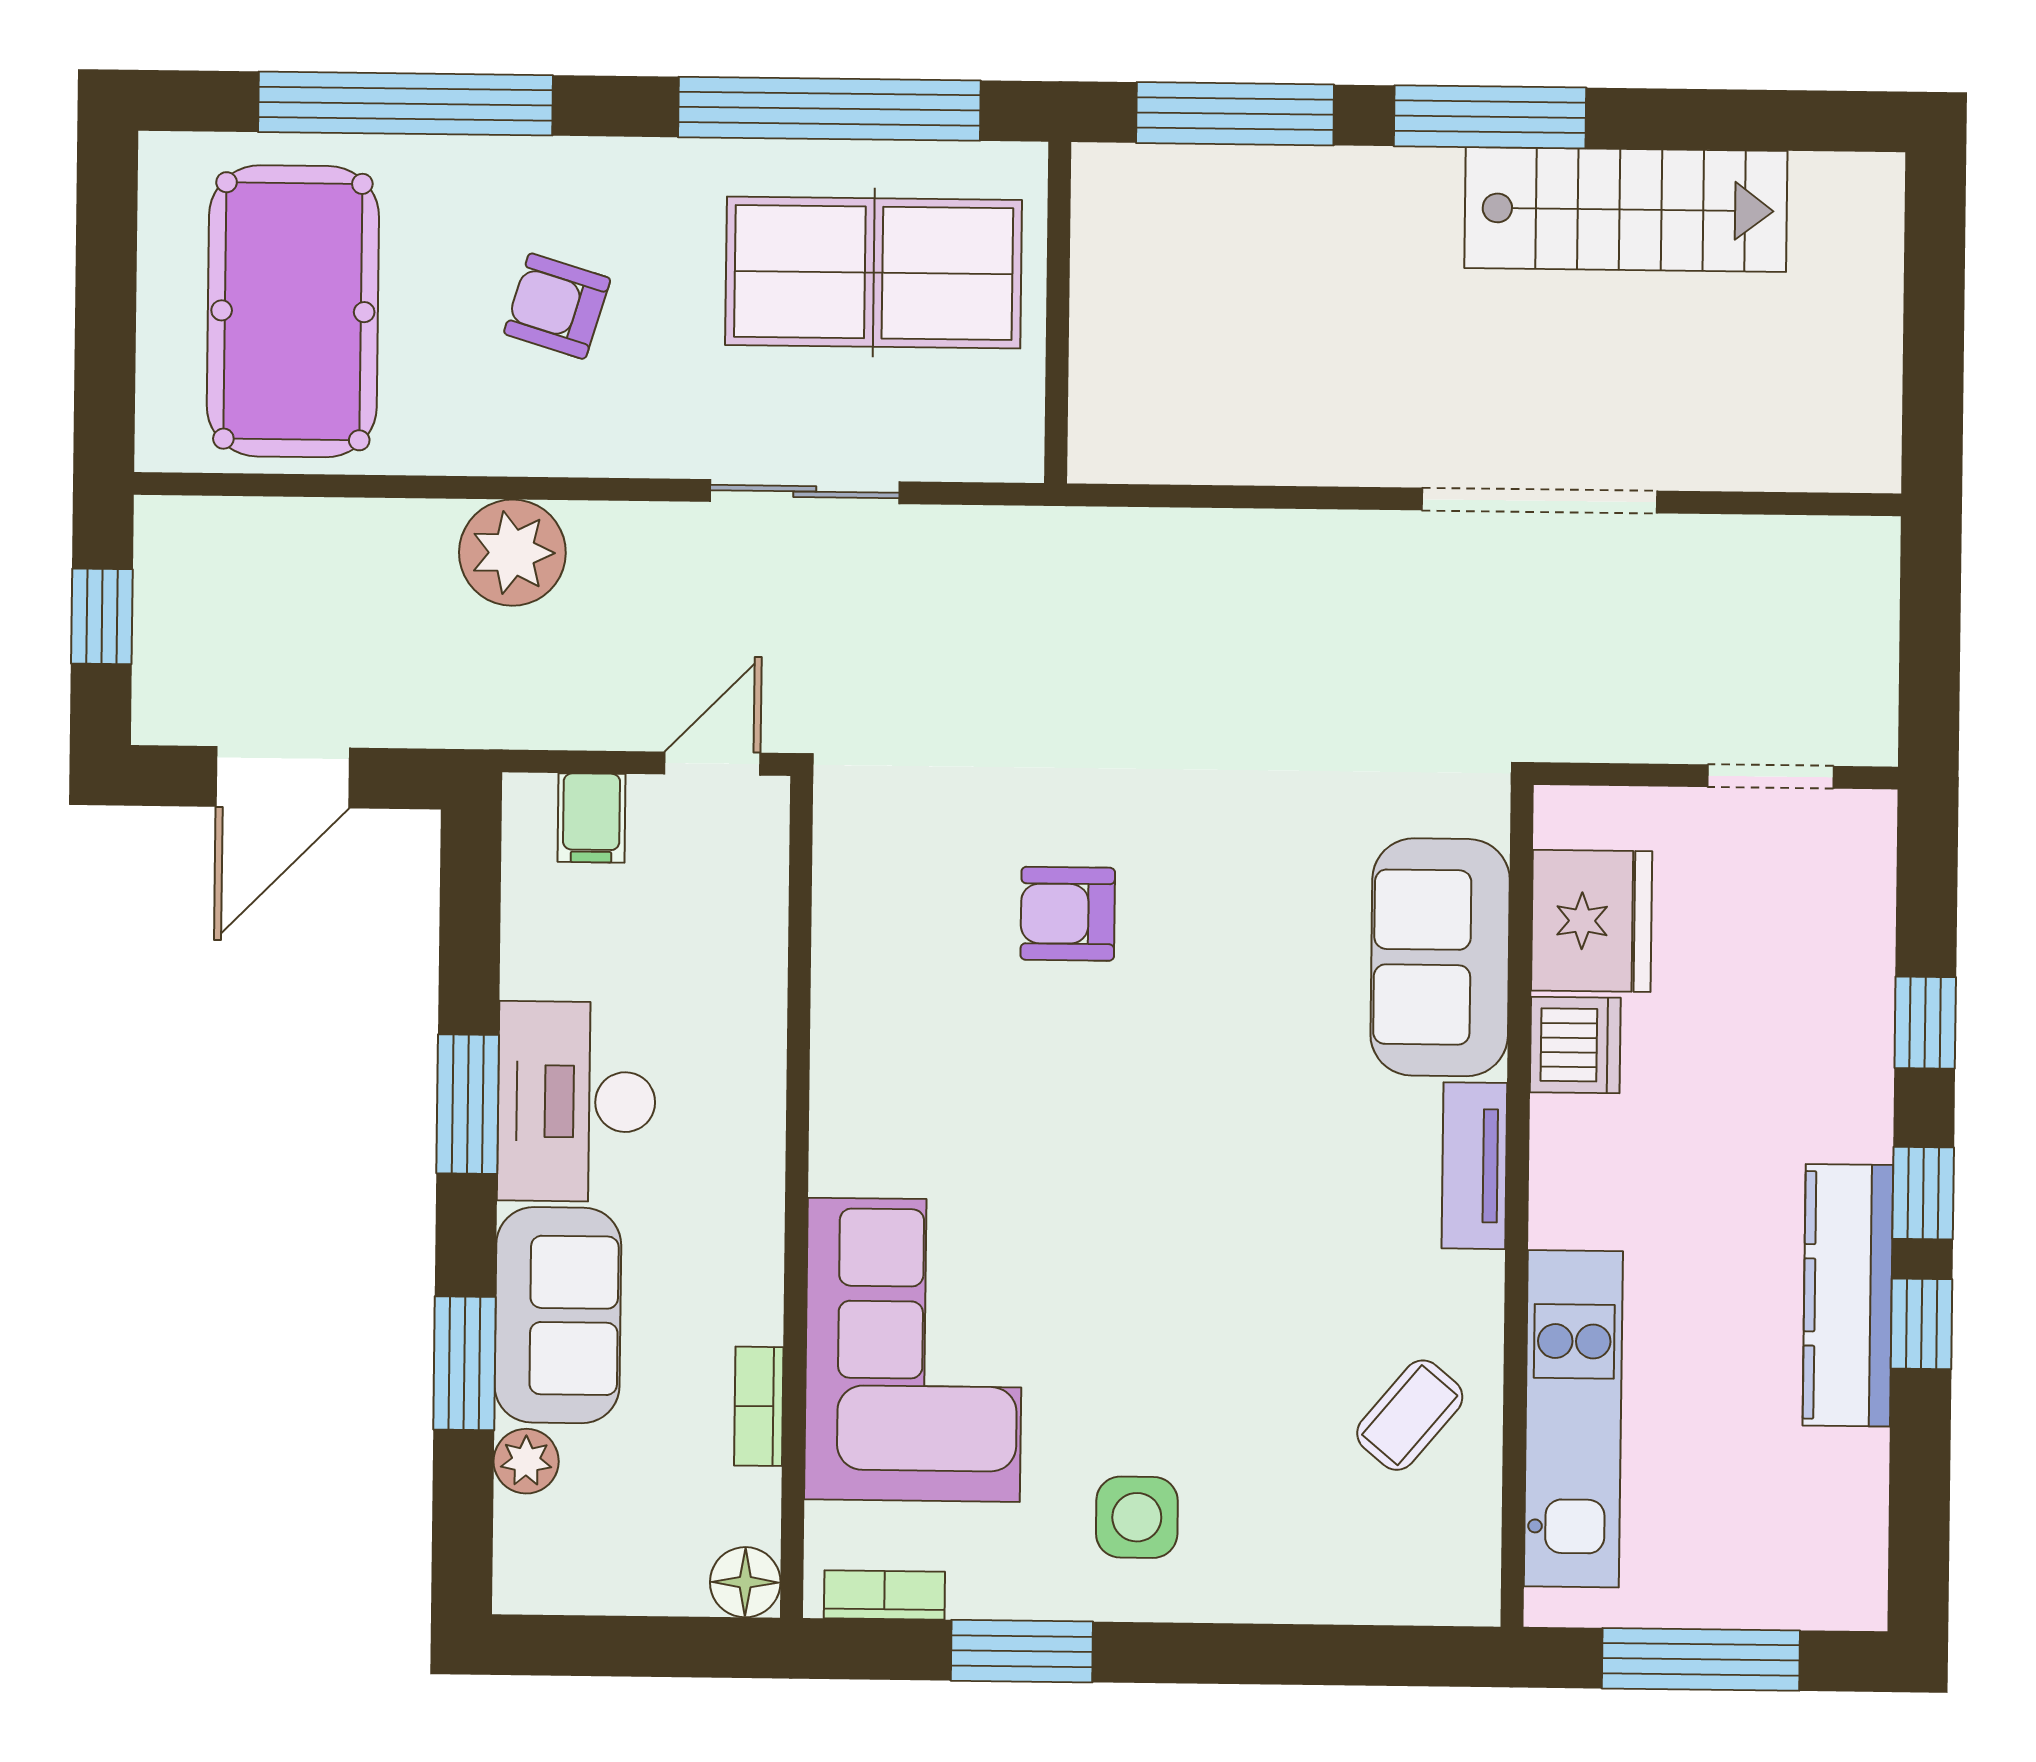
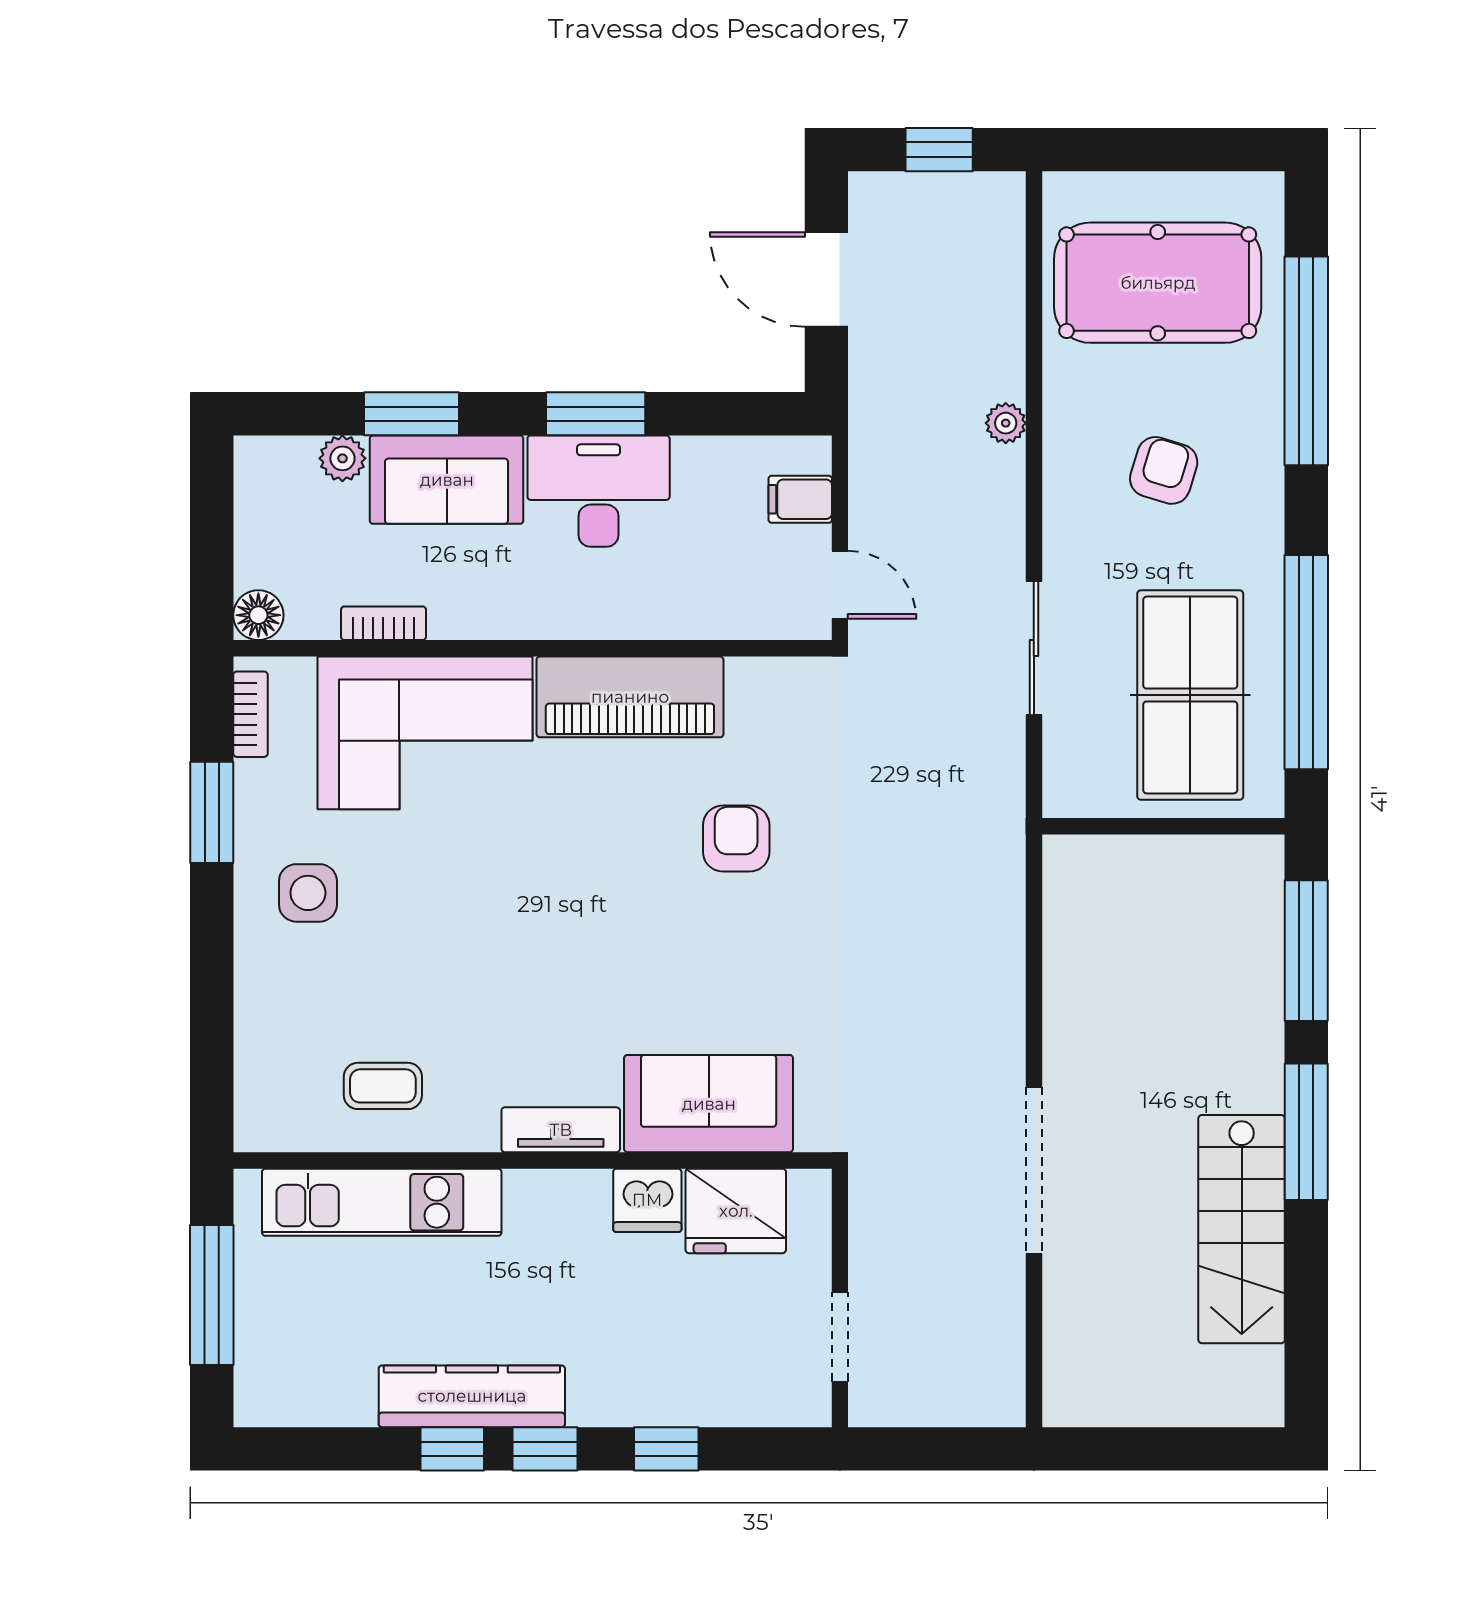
plant: (512, 553) -> (1006, 423), width x0.53, depth x0.53
piano: (867, 1061) -> (630, 697), added
coffee table: (1410, 1415) -> (383, 1086), turned -40

